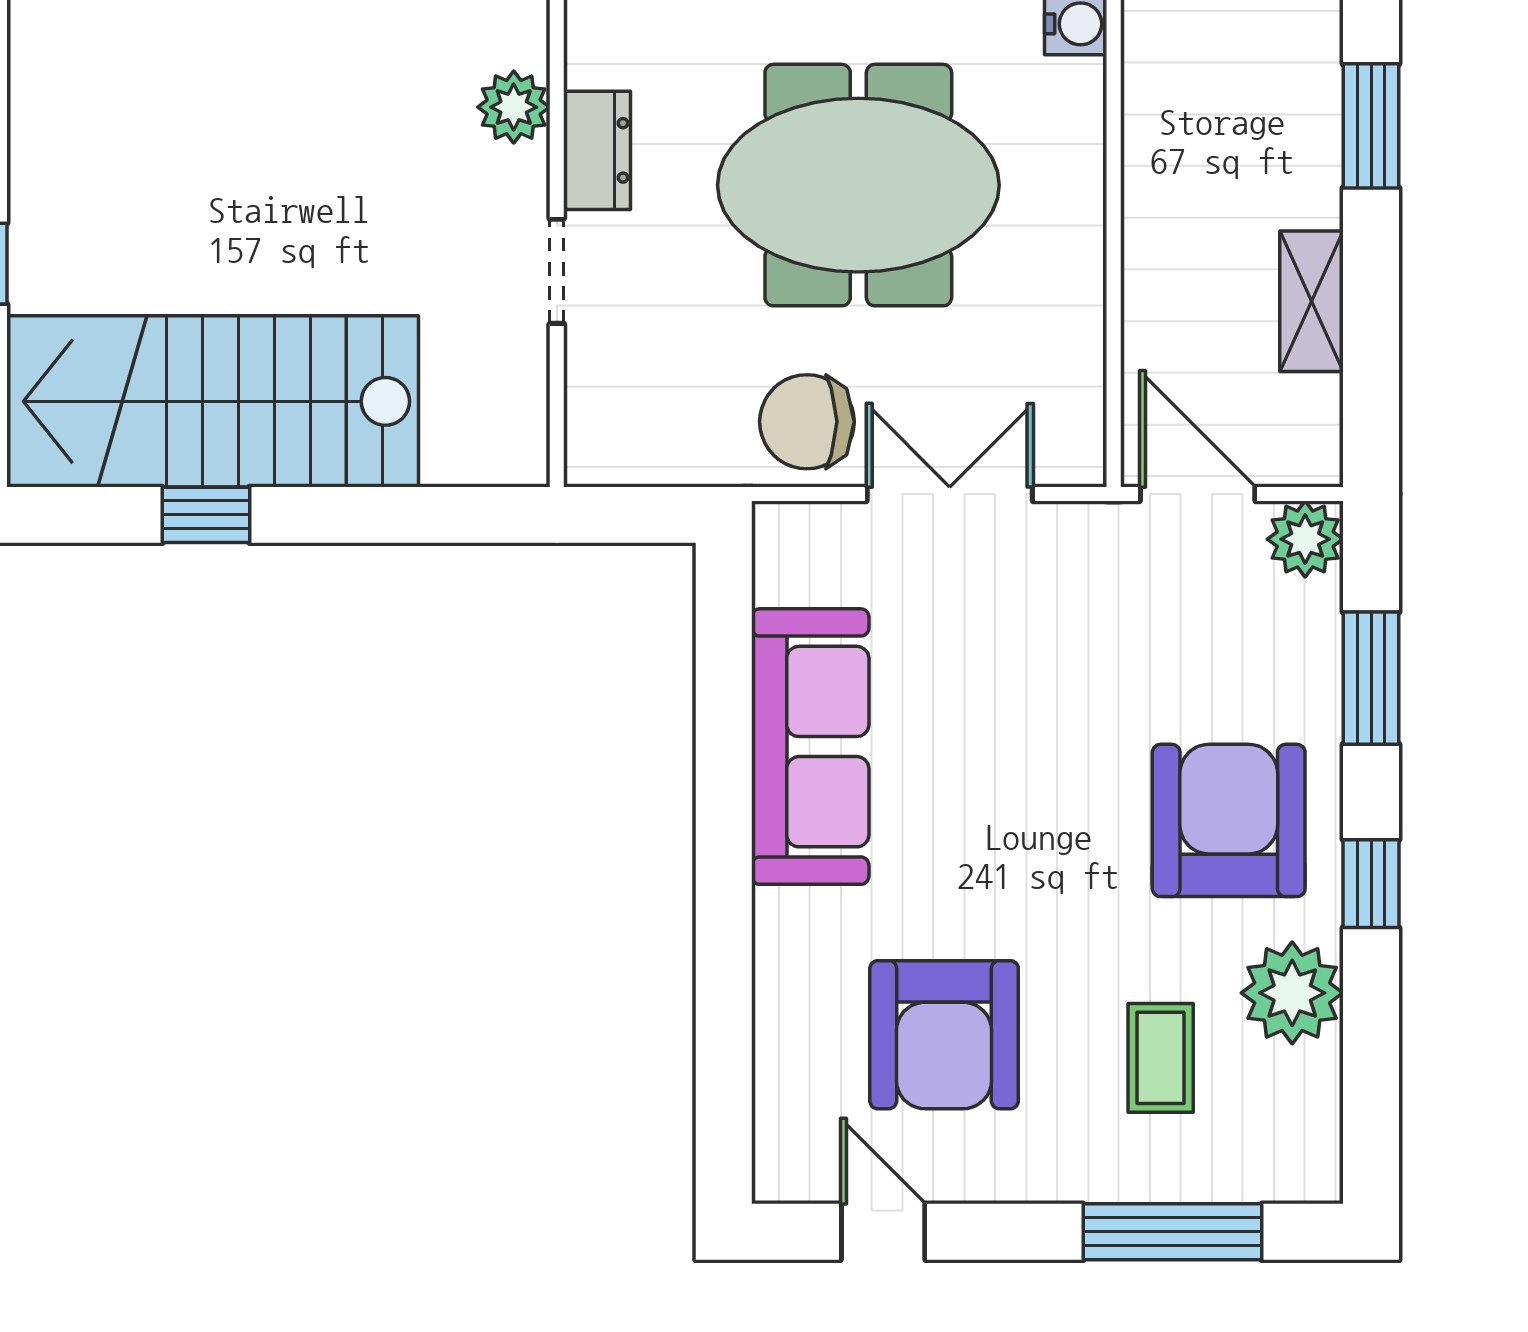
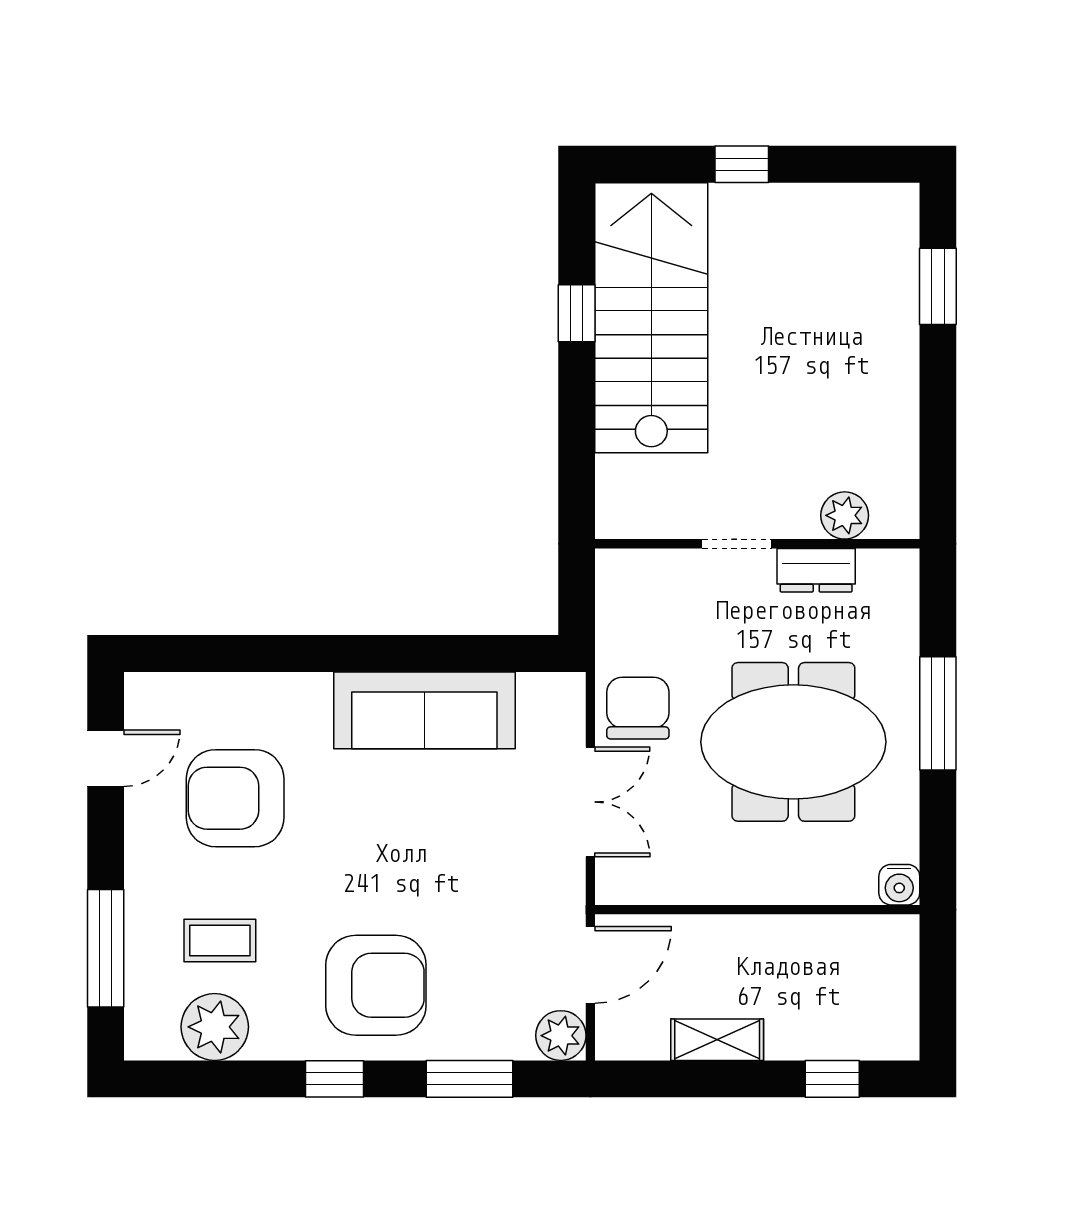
window: (1371, 126) -> (832, 1079), width x0.67
meeting table: (858, 185) -> (793, 742), turned 90
plant: (1292, 993) -> (215, 1027), moved

